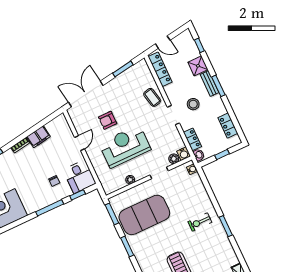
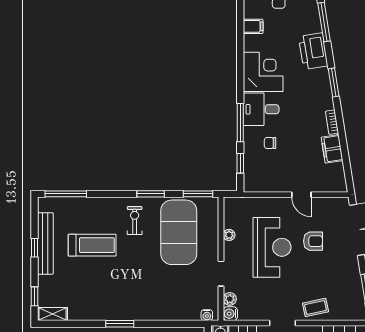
armchair: (108, 120) -> (313, 241), turned 90
desk: (80, 177) -> (261, 109), moved
exercise bike: (200, 222) -> (135, 220), moved

